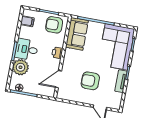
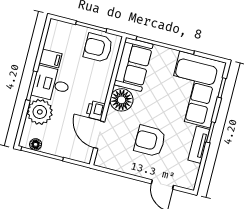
filing cabinet: (27, 21) -> (51, 58), moved
printer: (57, 53) -> (96, 110), moved
floor lamp: (71, 56) -> (122, 100), added
door: (58, 79) -> (99, 135), hinge flipped

